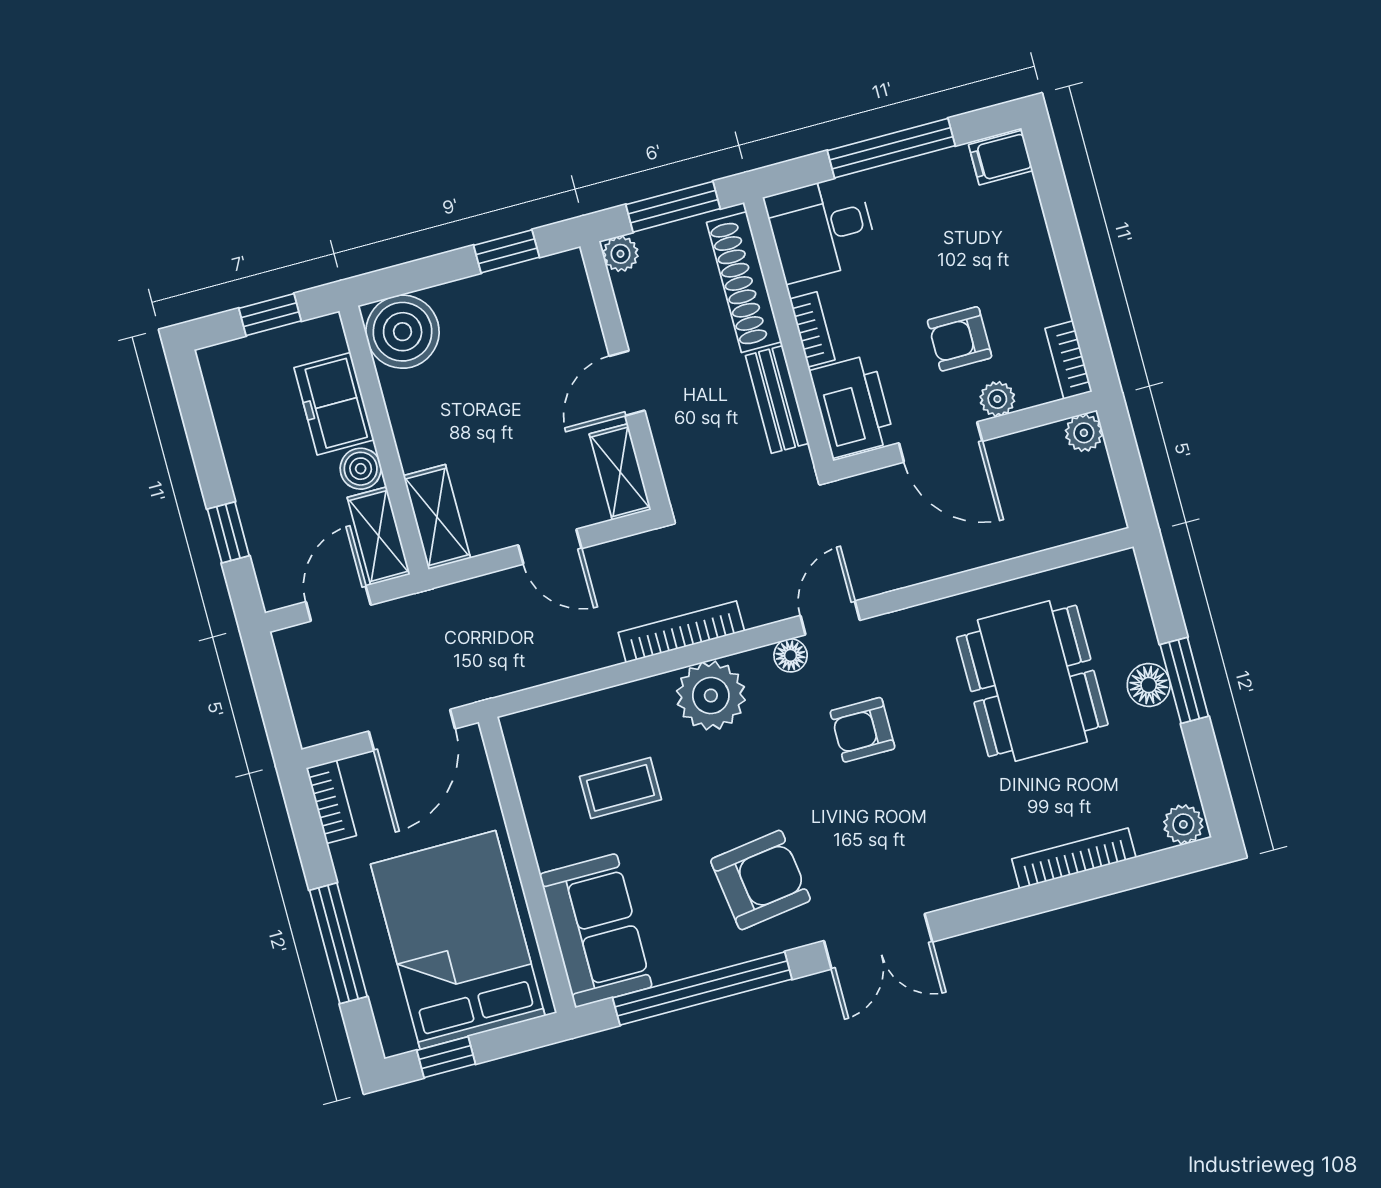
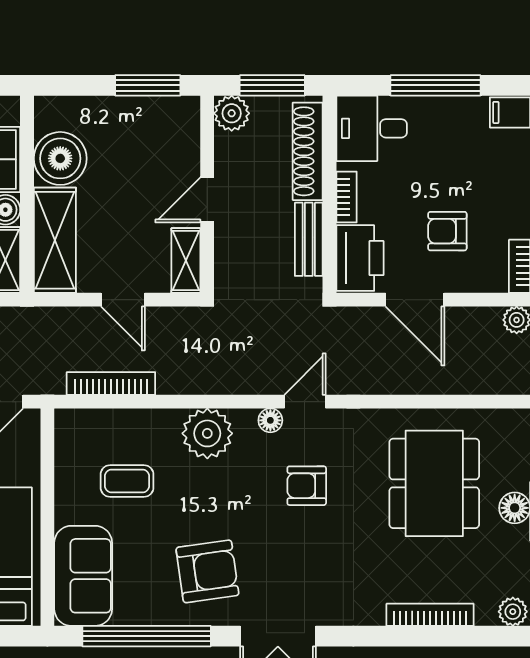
window: (506, 251) -> (148, 85), width x1.50
plant: (620, 254) -> (232, 113), width x1.38, depth x1.38
boiler: (403, 332) -> (60, 158), moved
plant: (997, 399) -> (463, 280), removed
shelving: (437, 517) -> (55, 240), width x1.50, depth x1.33
bookcase: (681, 632) -> (111, 383), moved

